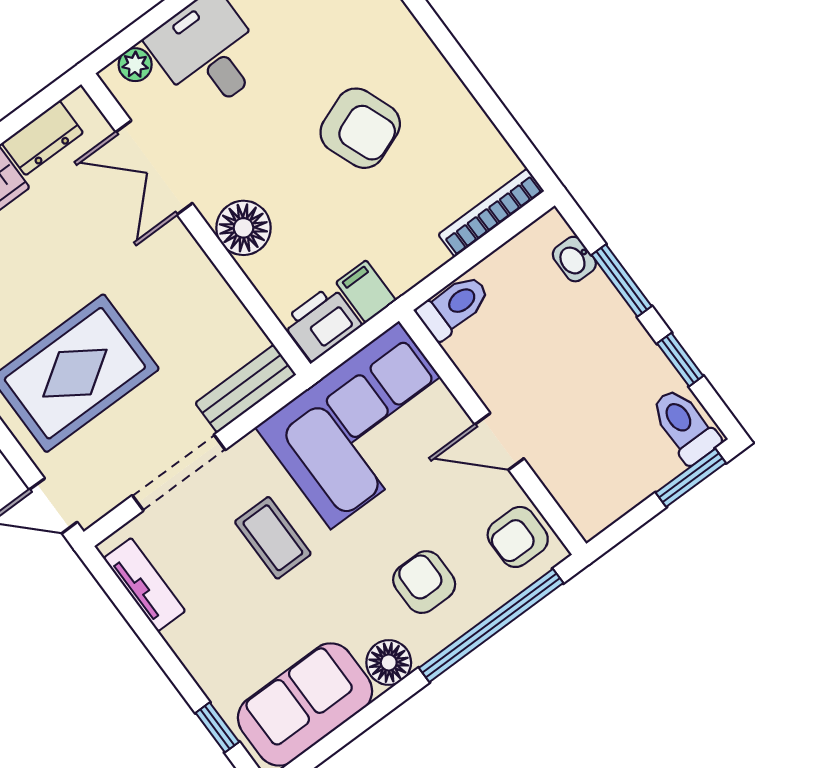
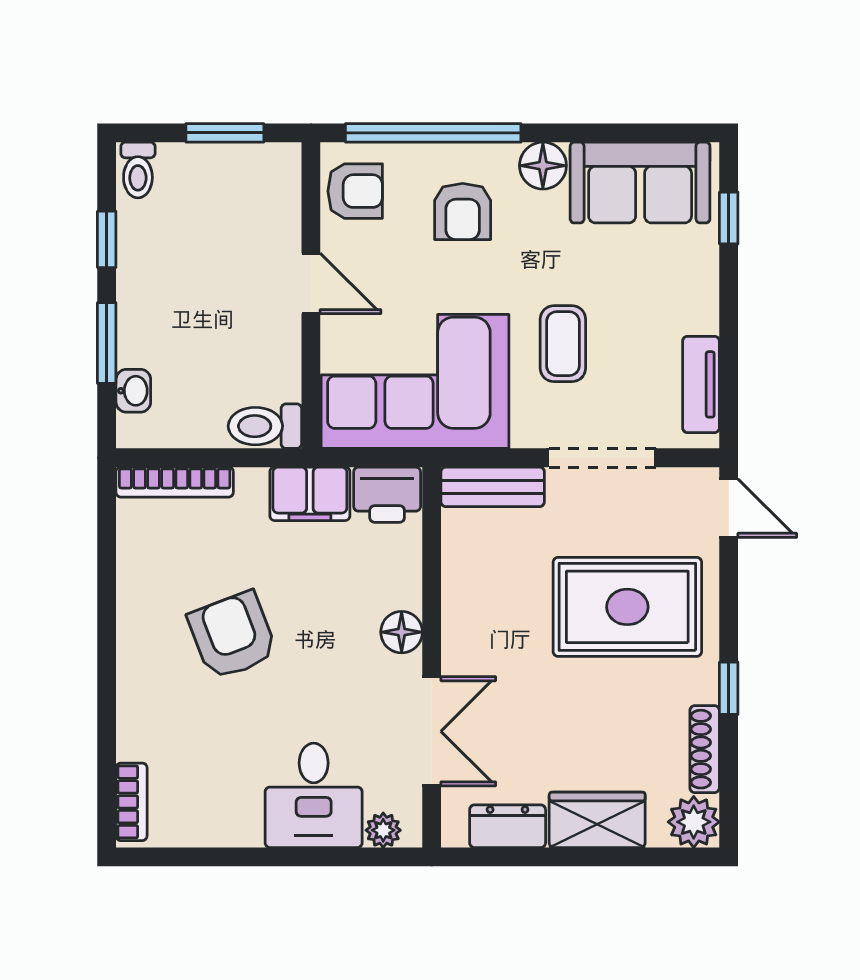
floor lamp: (243, 228) -> (402, 632), width x0.73, depth x0.73
filing cabinet: (366, 291) -> (310, 494), width x2.00
toilet: (685, 426) -> (138, 170), width x0.73, depth x0.72
window: (691, 478) -> (225, 133), moved

